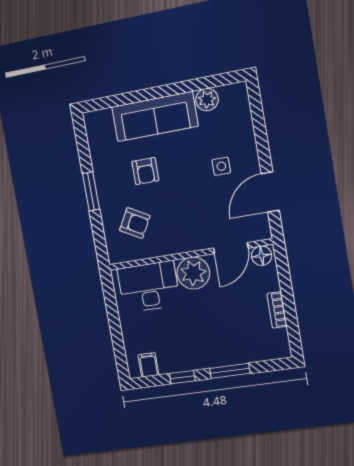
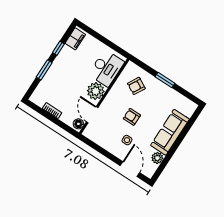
armchair: (145, 171) -> (132, 117), moved
door: (270, 192) -> (130, 169), moved
filing cabinet: (148, 365) -> (75, 39), width x2.00

